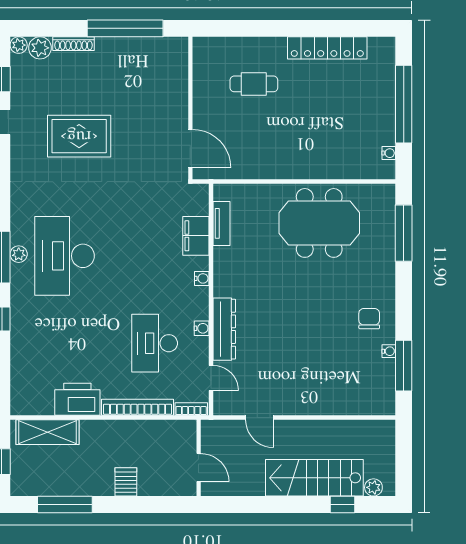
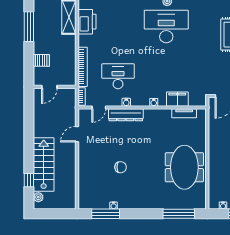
chair: (369, 319) -> (121, 167), moved
printer: (77, 399) -> (87, 22), moved
wall: (199, 458) -> (55, 87), moved
door: (199, 467) -> (49, 87), moved

